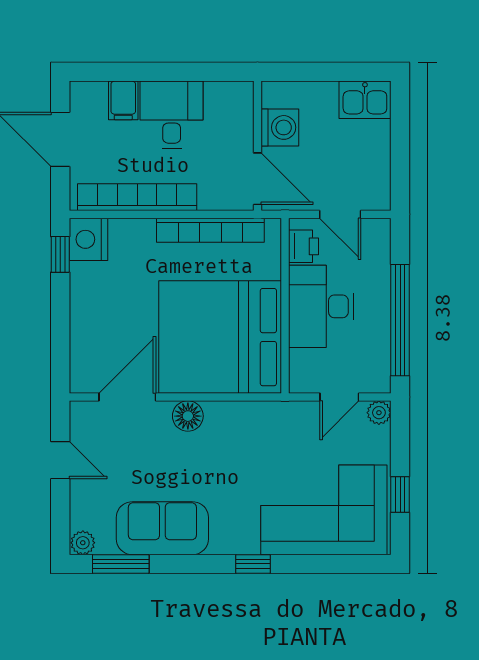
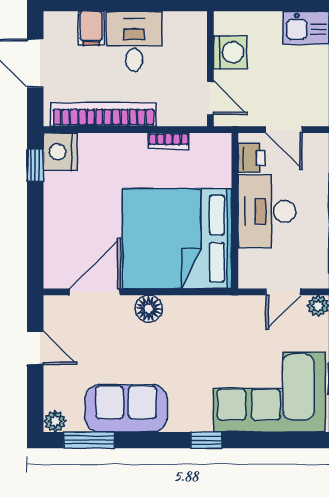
door: (258, 179) -> (210, 98), width x0.73
bookcase: (210, 230) -> (169, 141), width x0.43, depth x0.76

